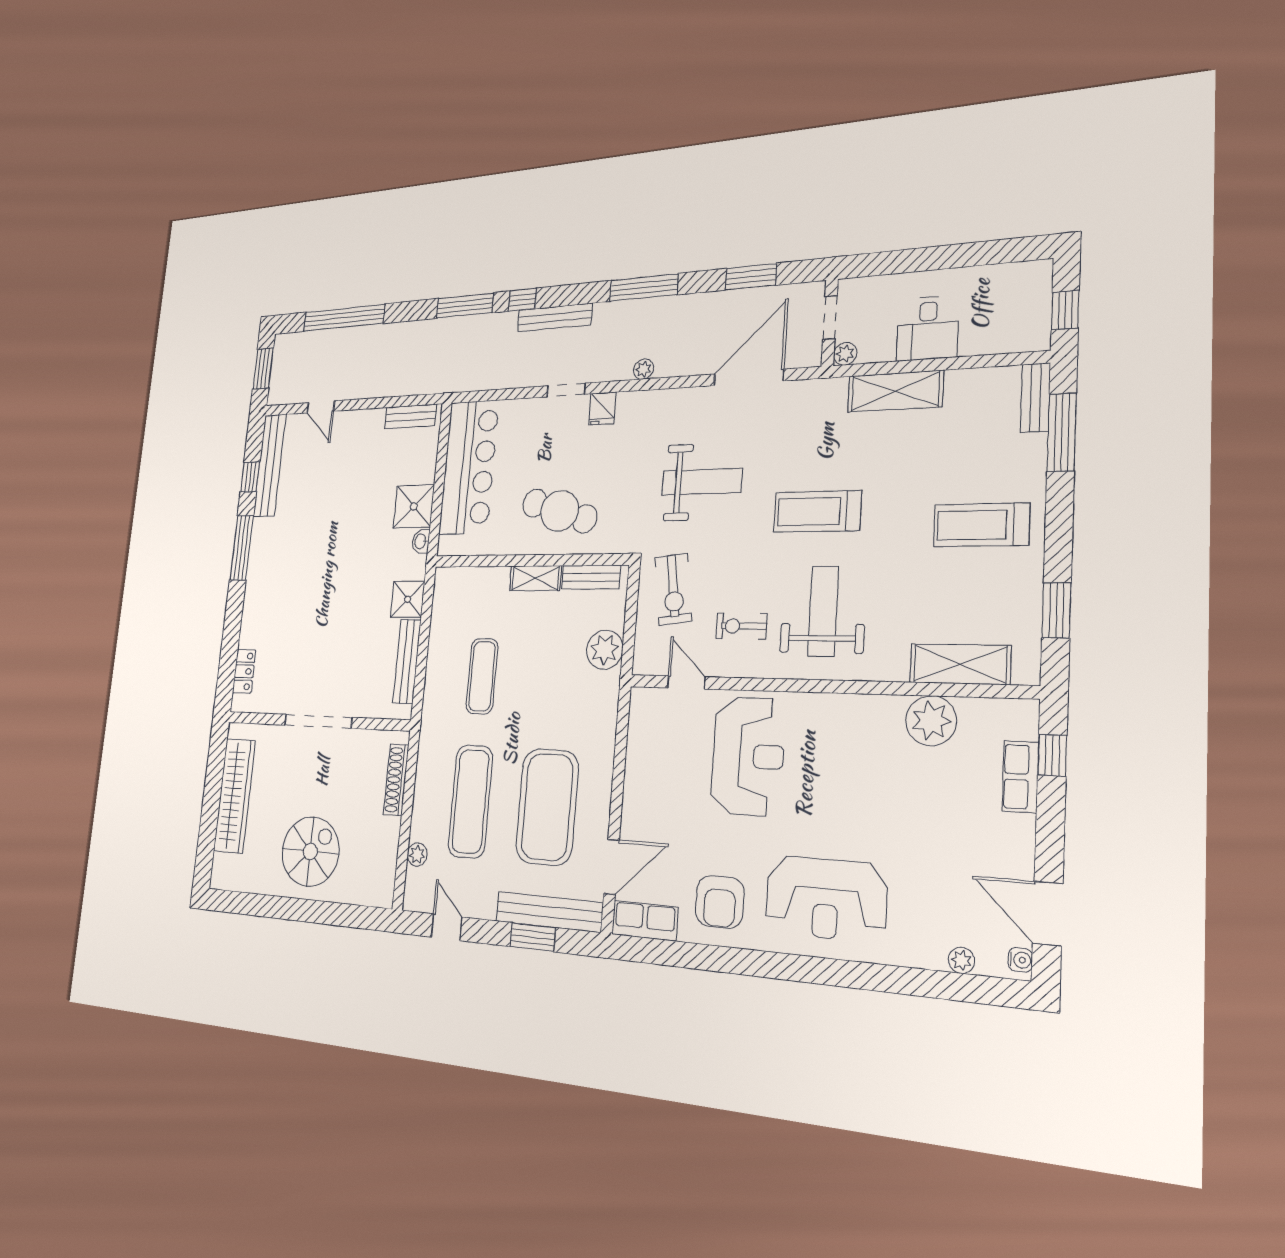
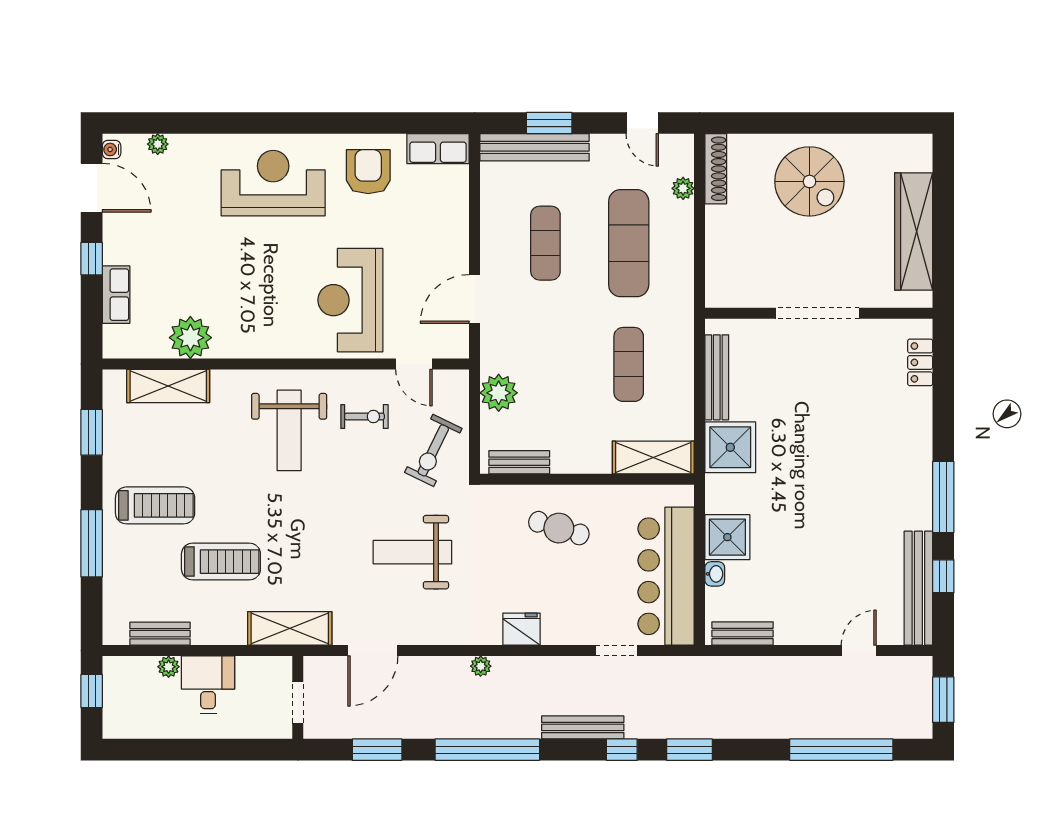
window: (644, 288) -> (487, 750), width x1.46
window: (465, 306) -> (689, 750), width x0.69
plant: (845, 354) -> (169, 667), moved
door: (749, 377) -> (373, 651), width x0.73
doorway: (566, 390) -> (616, 651), moved
shelving: (895, 391) -> (290, 628), moved
bench: (1035, 398) -> (160, 634), moved, turned 90
door: (321, 407) -> (859, 651), hinge flipped
fridge: (602, 409) -> (521, 629), width x1.38
window: (1062, 432) -> (92, 543), moved
cafe table: (560, 511) -> (559, 528), width x0.73, depth x0.74
treadmill: (817, 511) -> (221, 562), moved
washbasin: (421, 541) -> (715, 574), moved
shelving: (535, 578) -> (653, 457), moved, width x1.50, depth x1.33
exercise bike: (673, 589) -> (433, 450), turned -146
shower: (408, 599) -> (730, 447), width x1.36, depth x1.36
window: (1052, 755) -> (92, 259), moved
shoe rack: (396, 780) -> (716, 169), moved
exercise mat: (547, 807) -> (545, 243), width x0.50, depth x0.69
spiral stairs: (310, 851) -> (809, 181), turned -90
door: (612, 867) -> (475, 299), moved

